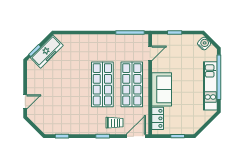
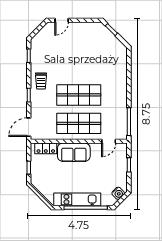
freezer: (47, 52) -> (110, 41), removed
door: (150, 53) -> (109, 141), hinge flipped
door: (25, 102) -> (62, 20), hinge flipped
trolley: (114, 123) -> (41, 81), moved
door: (136, 136) -> (29, 127), swing flipped

